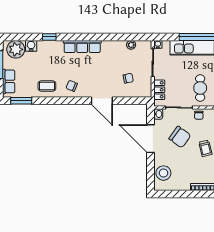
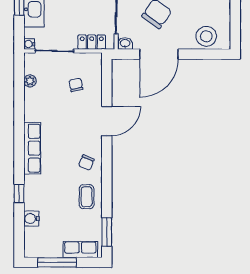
plant: (16, 49) -> (36, 240), removed

